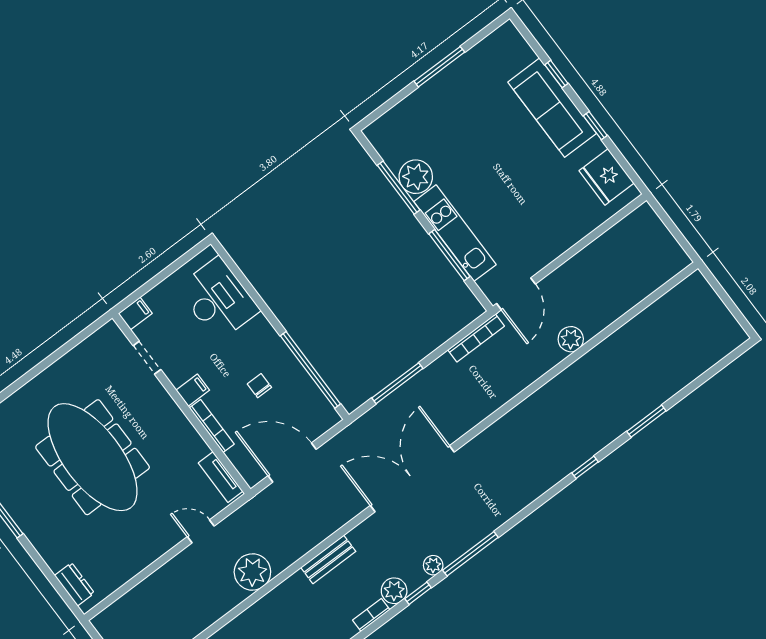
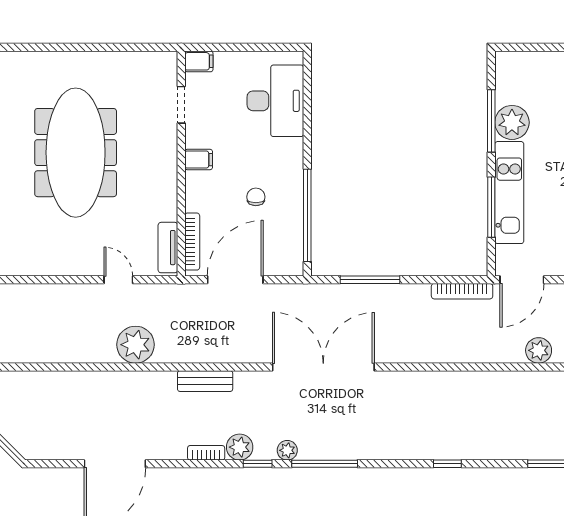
bookcase: (212, 426) -> (192, 242), moved
door: (292, 463) -> (235, 280), hinge flipped
window: (585, 467) -> (447, 464), moved

